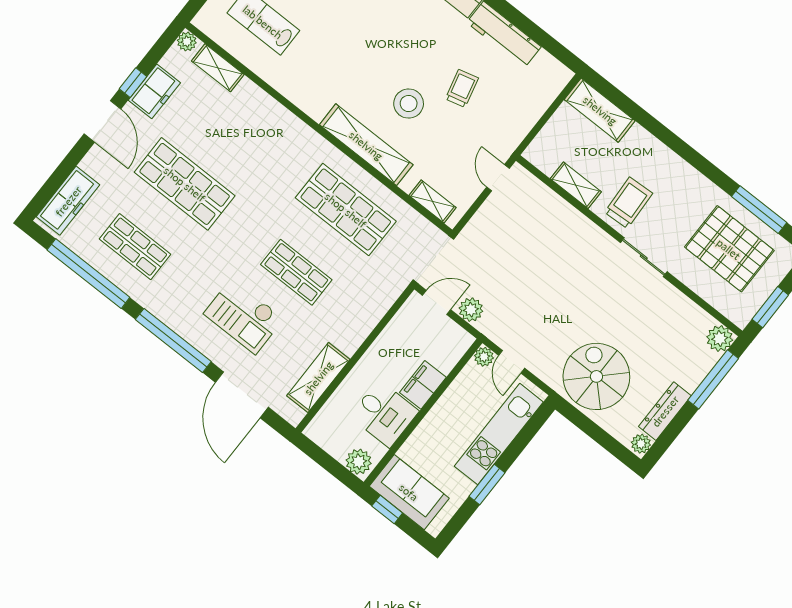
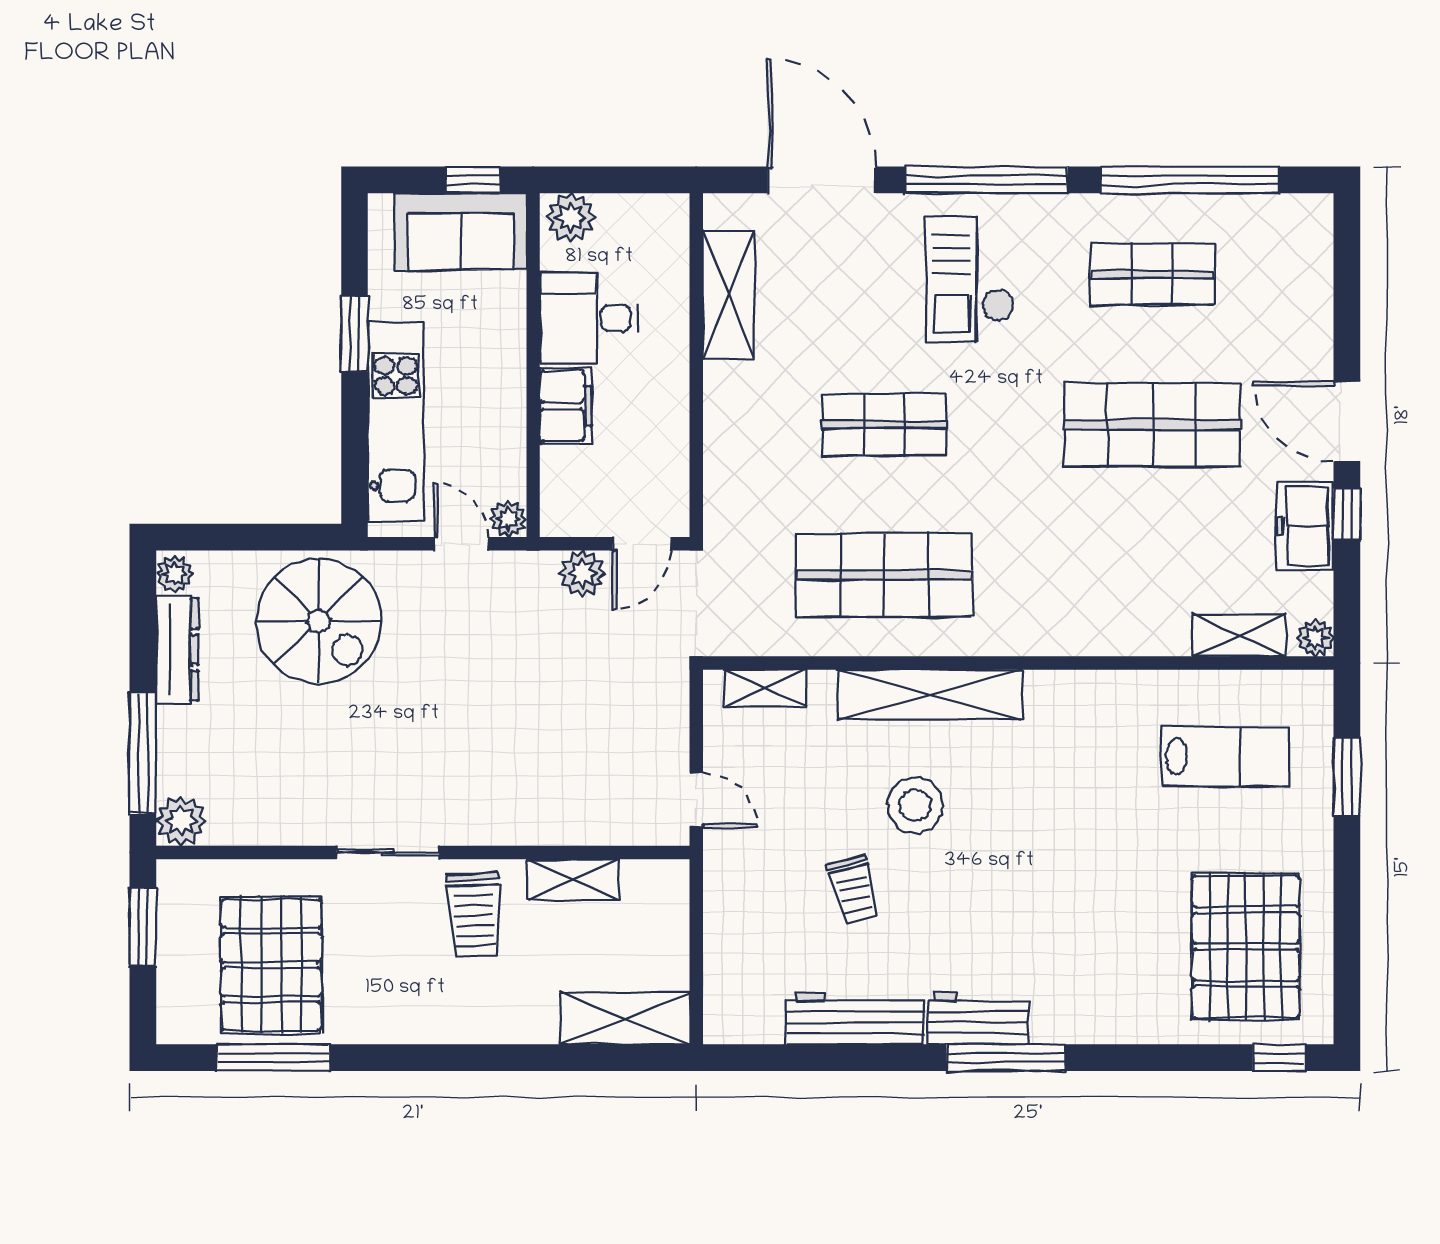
freezer: (68, 201) -> (1305, 264), removed
pallet: (729, 249) -> (271, 965), turned 90
checkout: (244, 316) -> (970, 280), moved, turned -90

